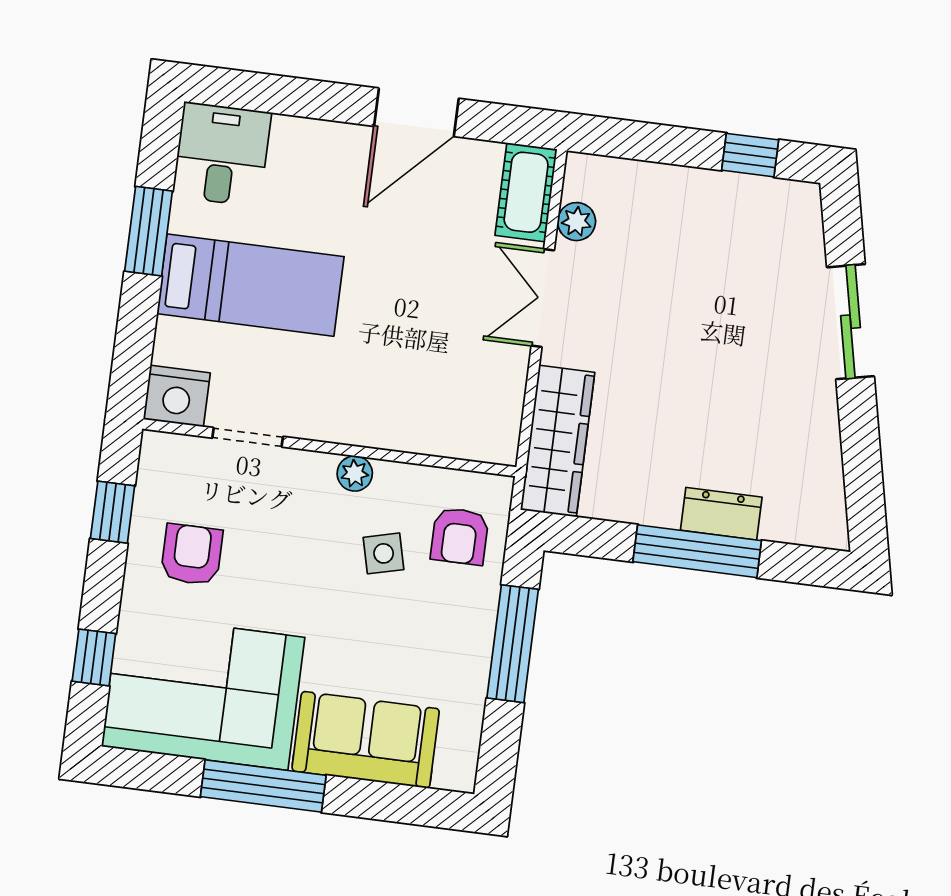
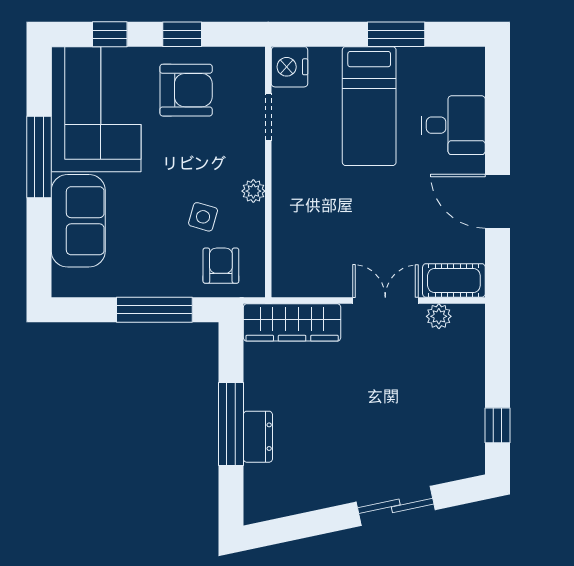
desk: (222, 154) -> (453, 125), moved
window: (113, 512) -> (182, 34), moved
armchair: (460, 536) -> (221, 266), turned 90
side table: (384, 553) -> (203, 217), turned 30
armchair: (192, 555) -> (186, 90), width x1.38, depth x1.38

